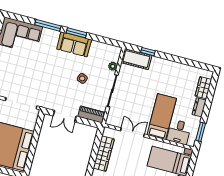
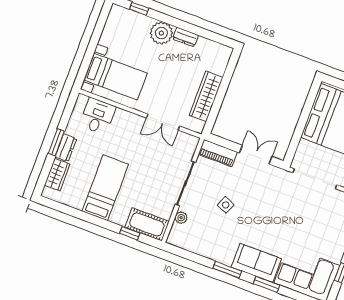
window: (48, 25) -> (266, 284), width x0.69
sofa: (74, 44) -> (256, 263), moved
bed: (162, 117) -> (105, 188), moved, turned 180
window: (201, 132) -> (56, 142), moved

